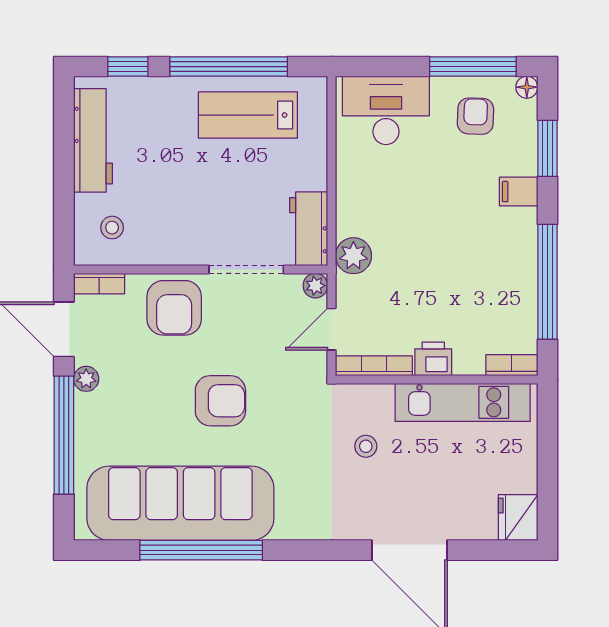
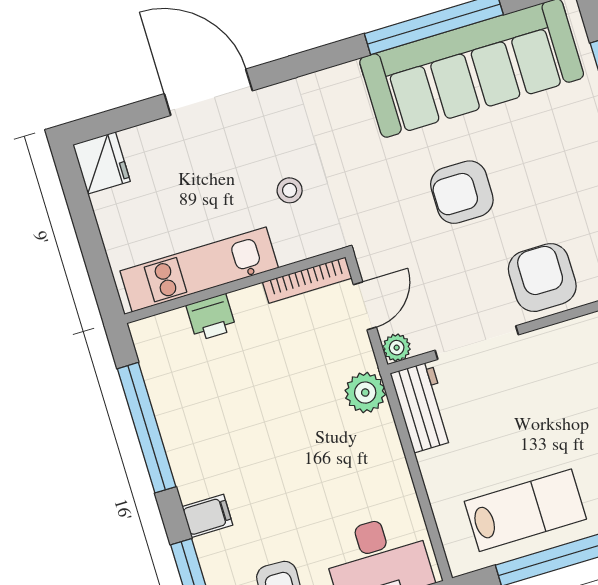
printer: (433, 359) -> (211, 317), moved
bookcase: (512, 365) -> (158, 326), removed

